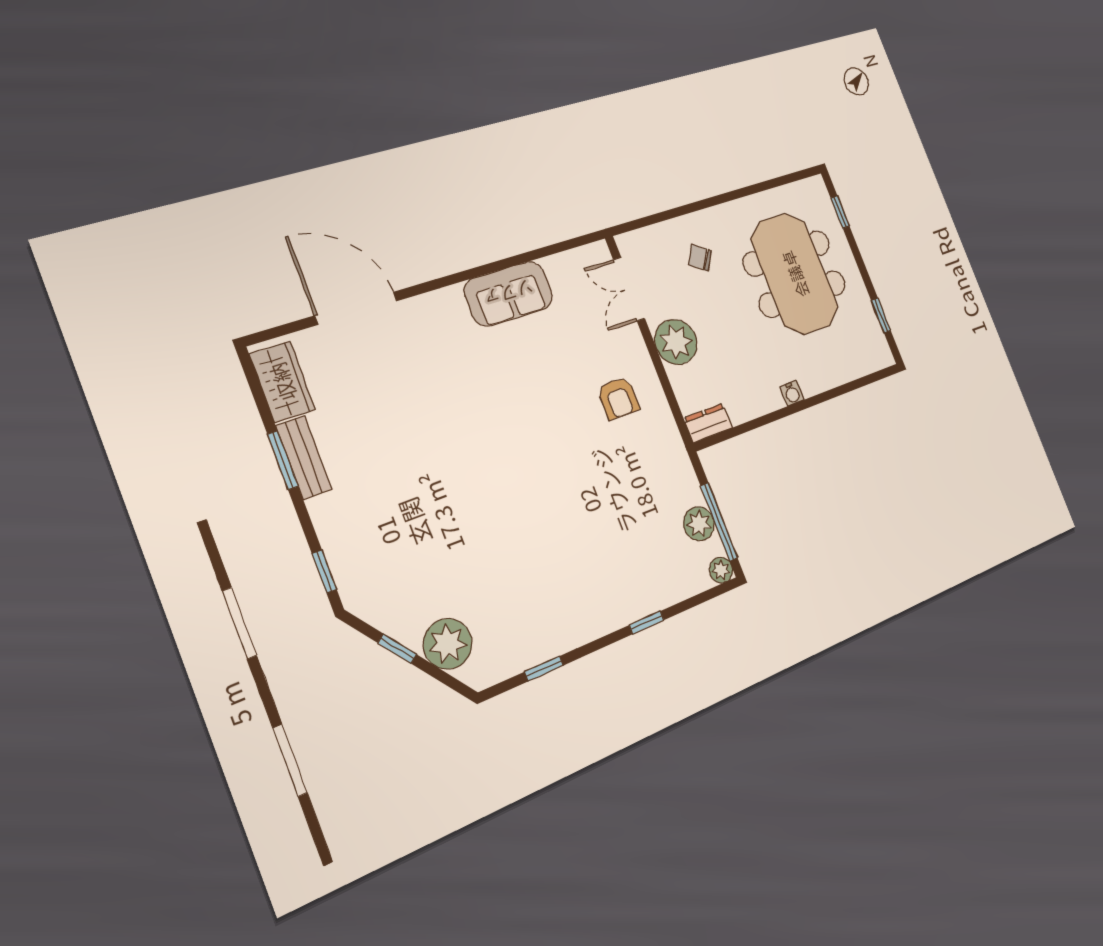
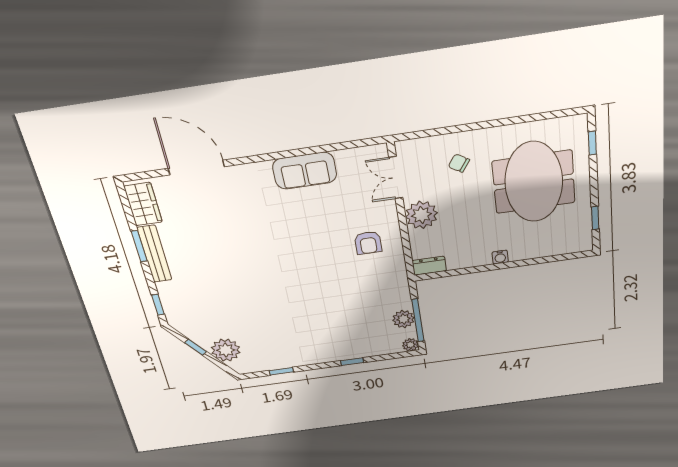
bench: (304, 458) -> (154, 254), width x1.36

